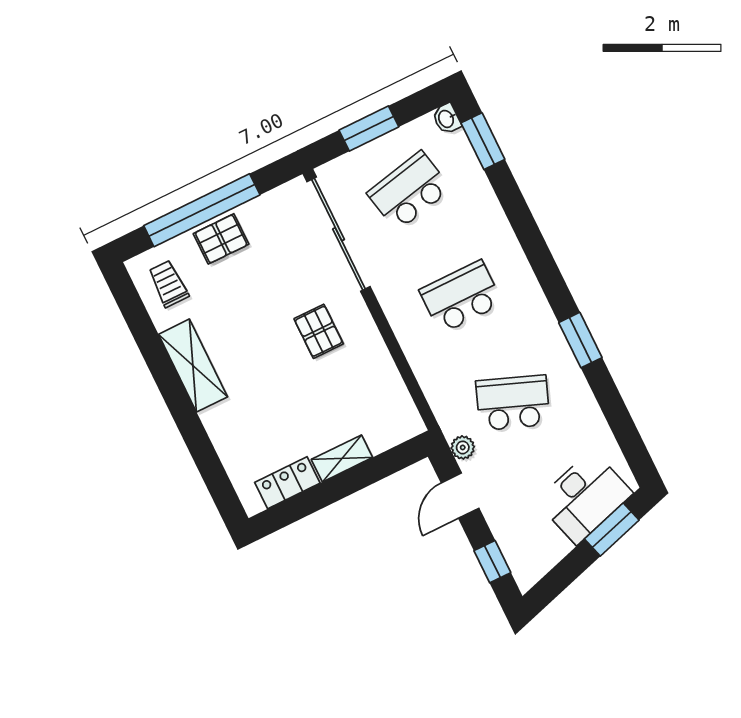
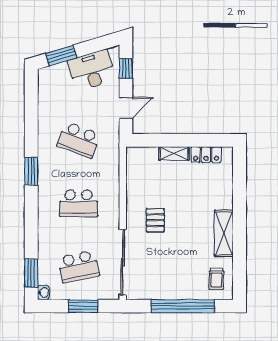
pallet: (221, 239) -> (180, 288), removed
window: (580, 340) -> (31, 171), moved
plant: (463, 447) -> (113, 130), removed
desk: (584, 497) -> (92, 70), moved

